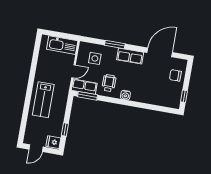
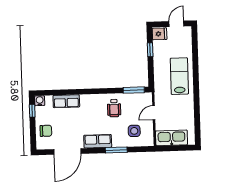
row of seats: (84, 87) -> (66, 101), moved
water cooler: (125, 95) -> (40, 101), moved

